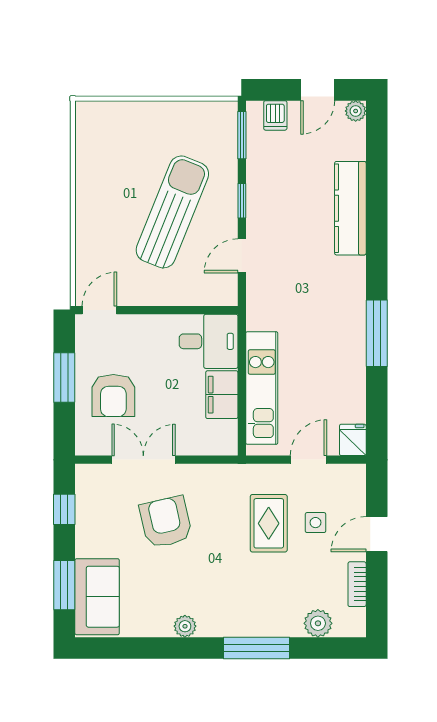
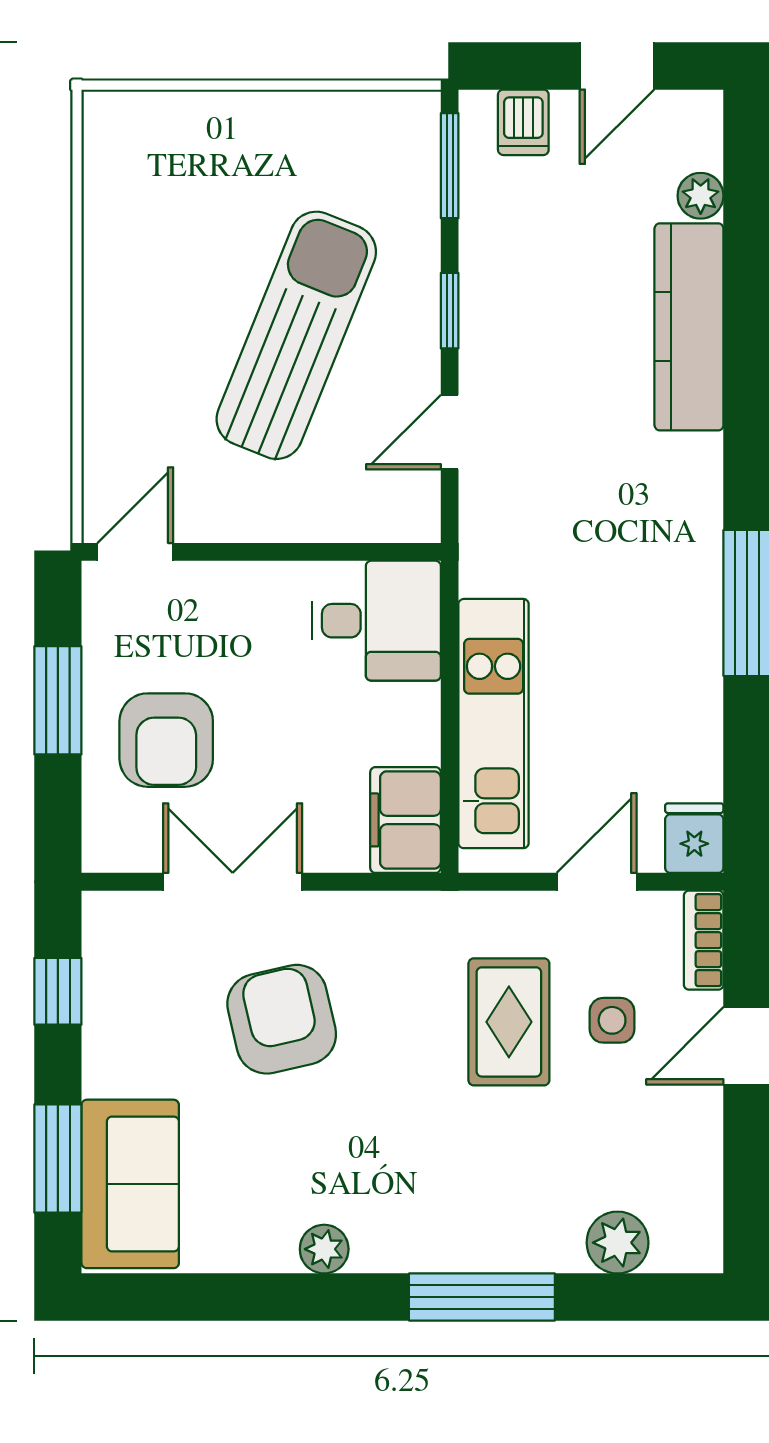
plant: (356, 111) -> (701, 196), moved
filing cabinet: (222, 395) -> (405, 820), moved
bookcase: (357, 584) -> (704, 940), moved

